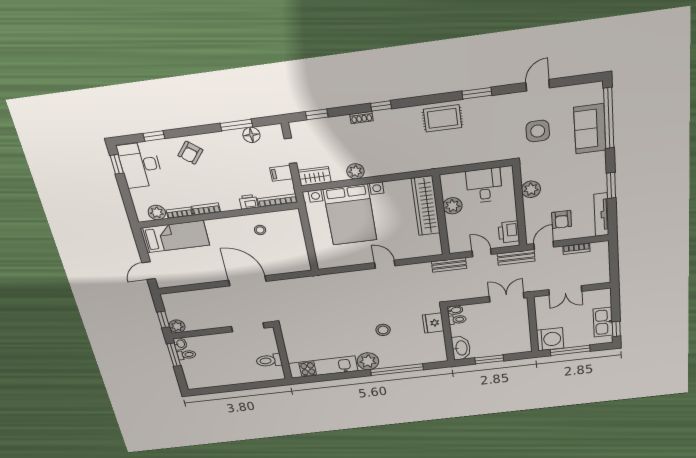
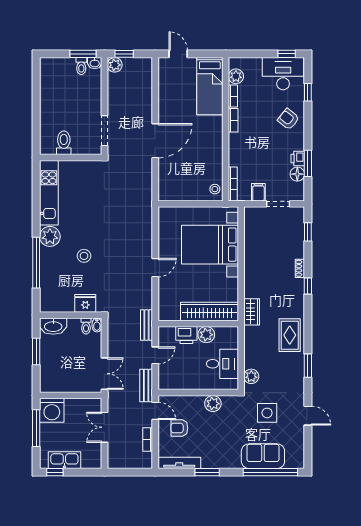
plant: (355, 171) -> (251, 376), moved
wardrobe: (314, 176) -> (252, 312), moved
printer: (248, 202) -> (298, 159), moved, turned 180
stool: (260, 230) -> (215, 189), moved
printer: (509, 232) -> (186, 335), moved, turned 180

